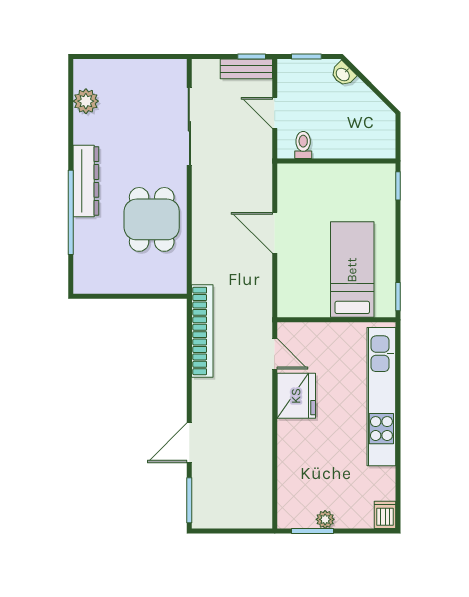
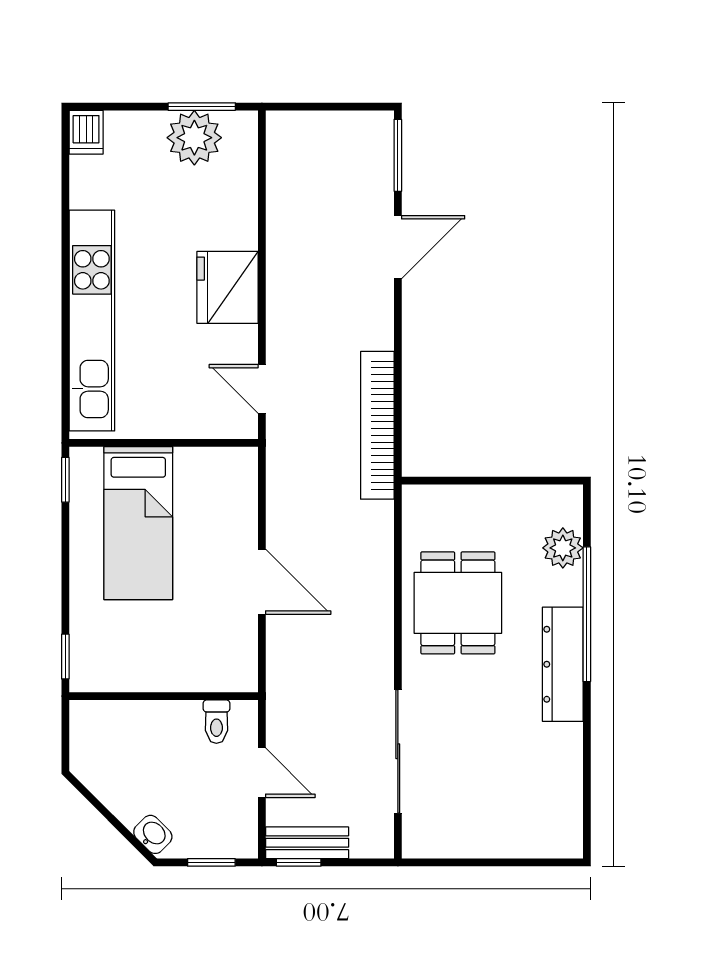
plant: (86, 101) -> (563, 548), moved
fridge: (296, 396) -> (227, 287), moved
plant: (325, 519) -> (194, 138), width x1.87, depth x1.87

